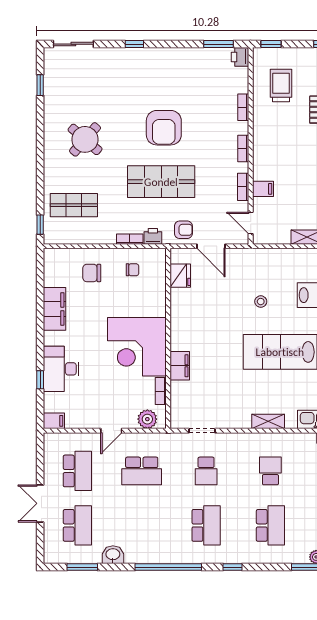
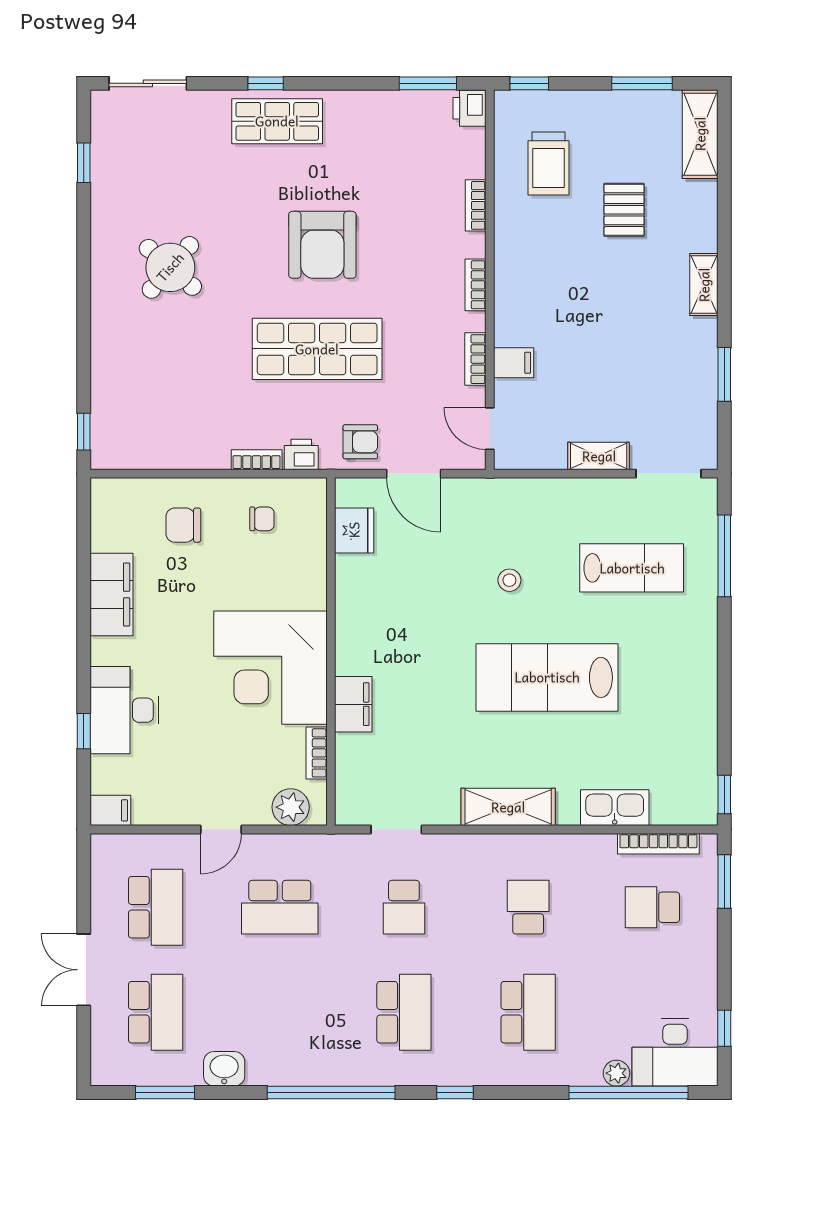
trolley: (281, 86) -> (549, 163), turned 180
shop shelf: (74, 205) -> (277, 121), moved
shelving: (268, 421) -> (508, 807), width x1.50, depth x1.33

